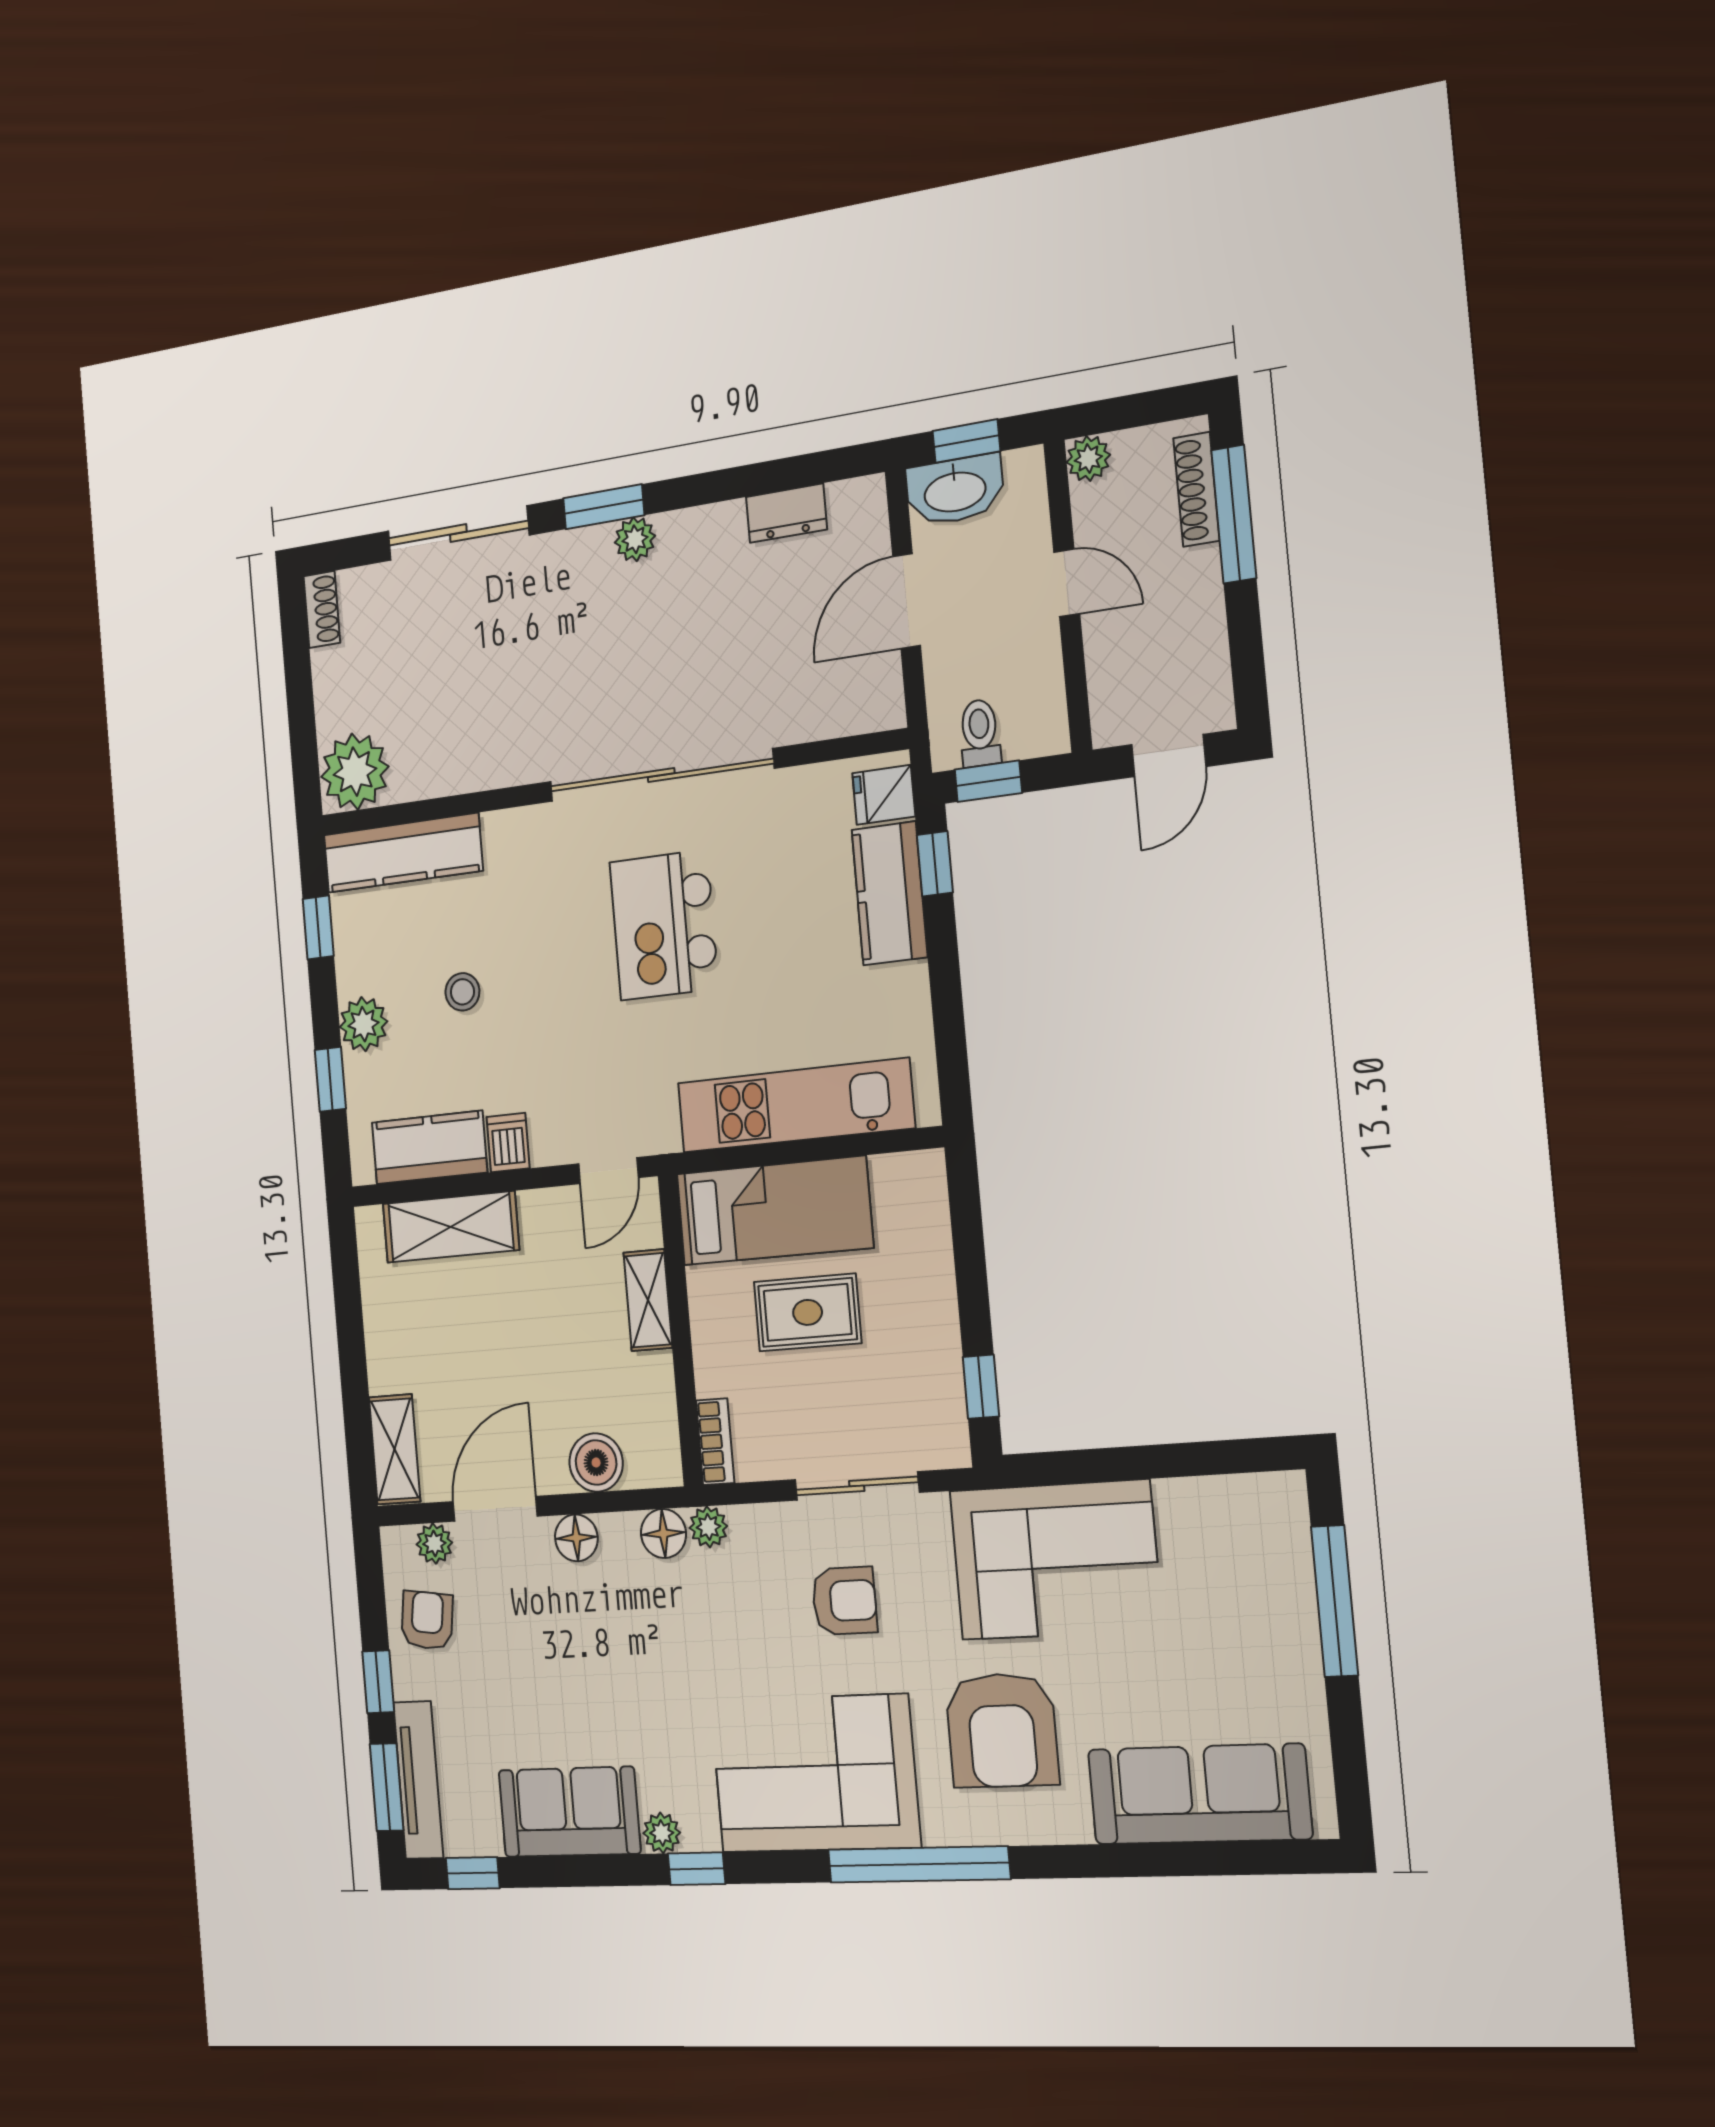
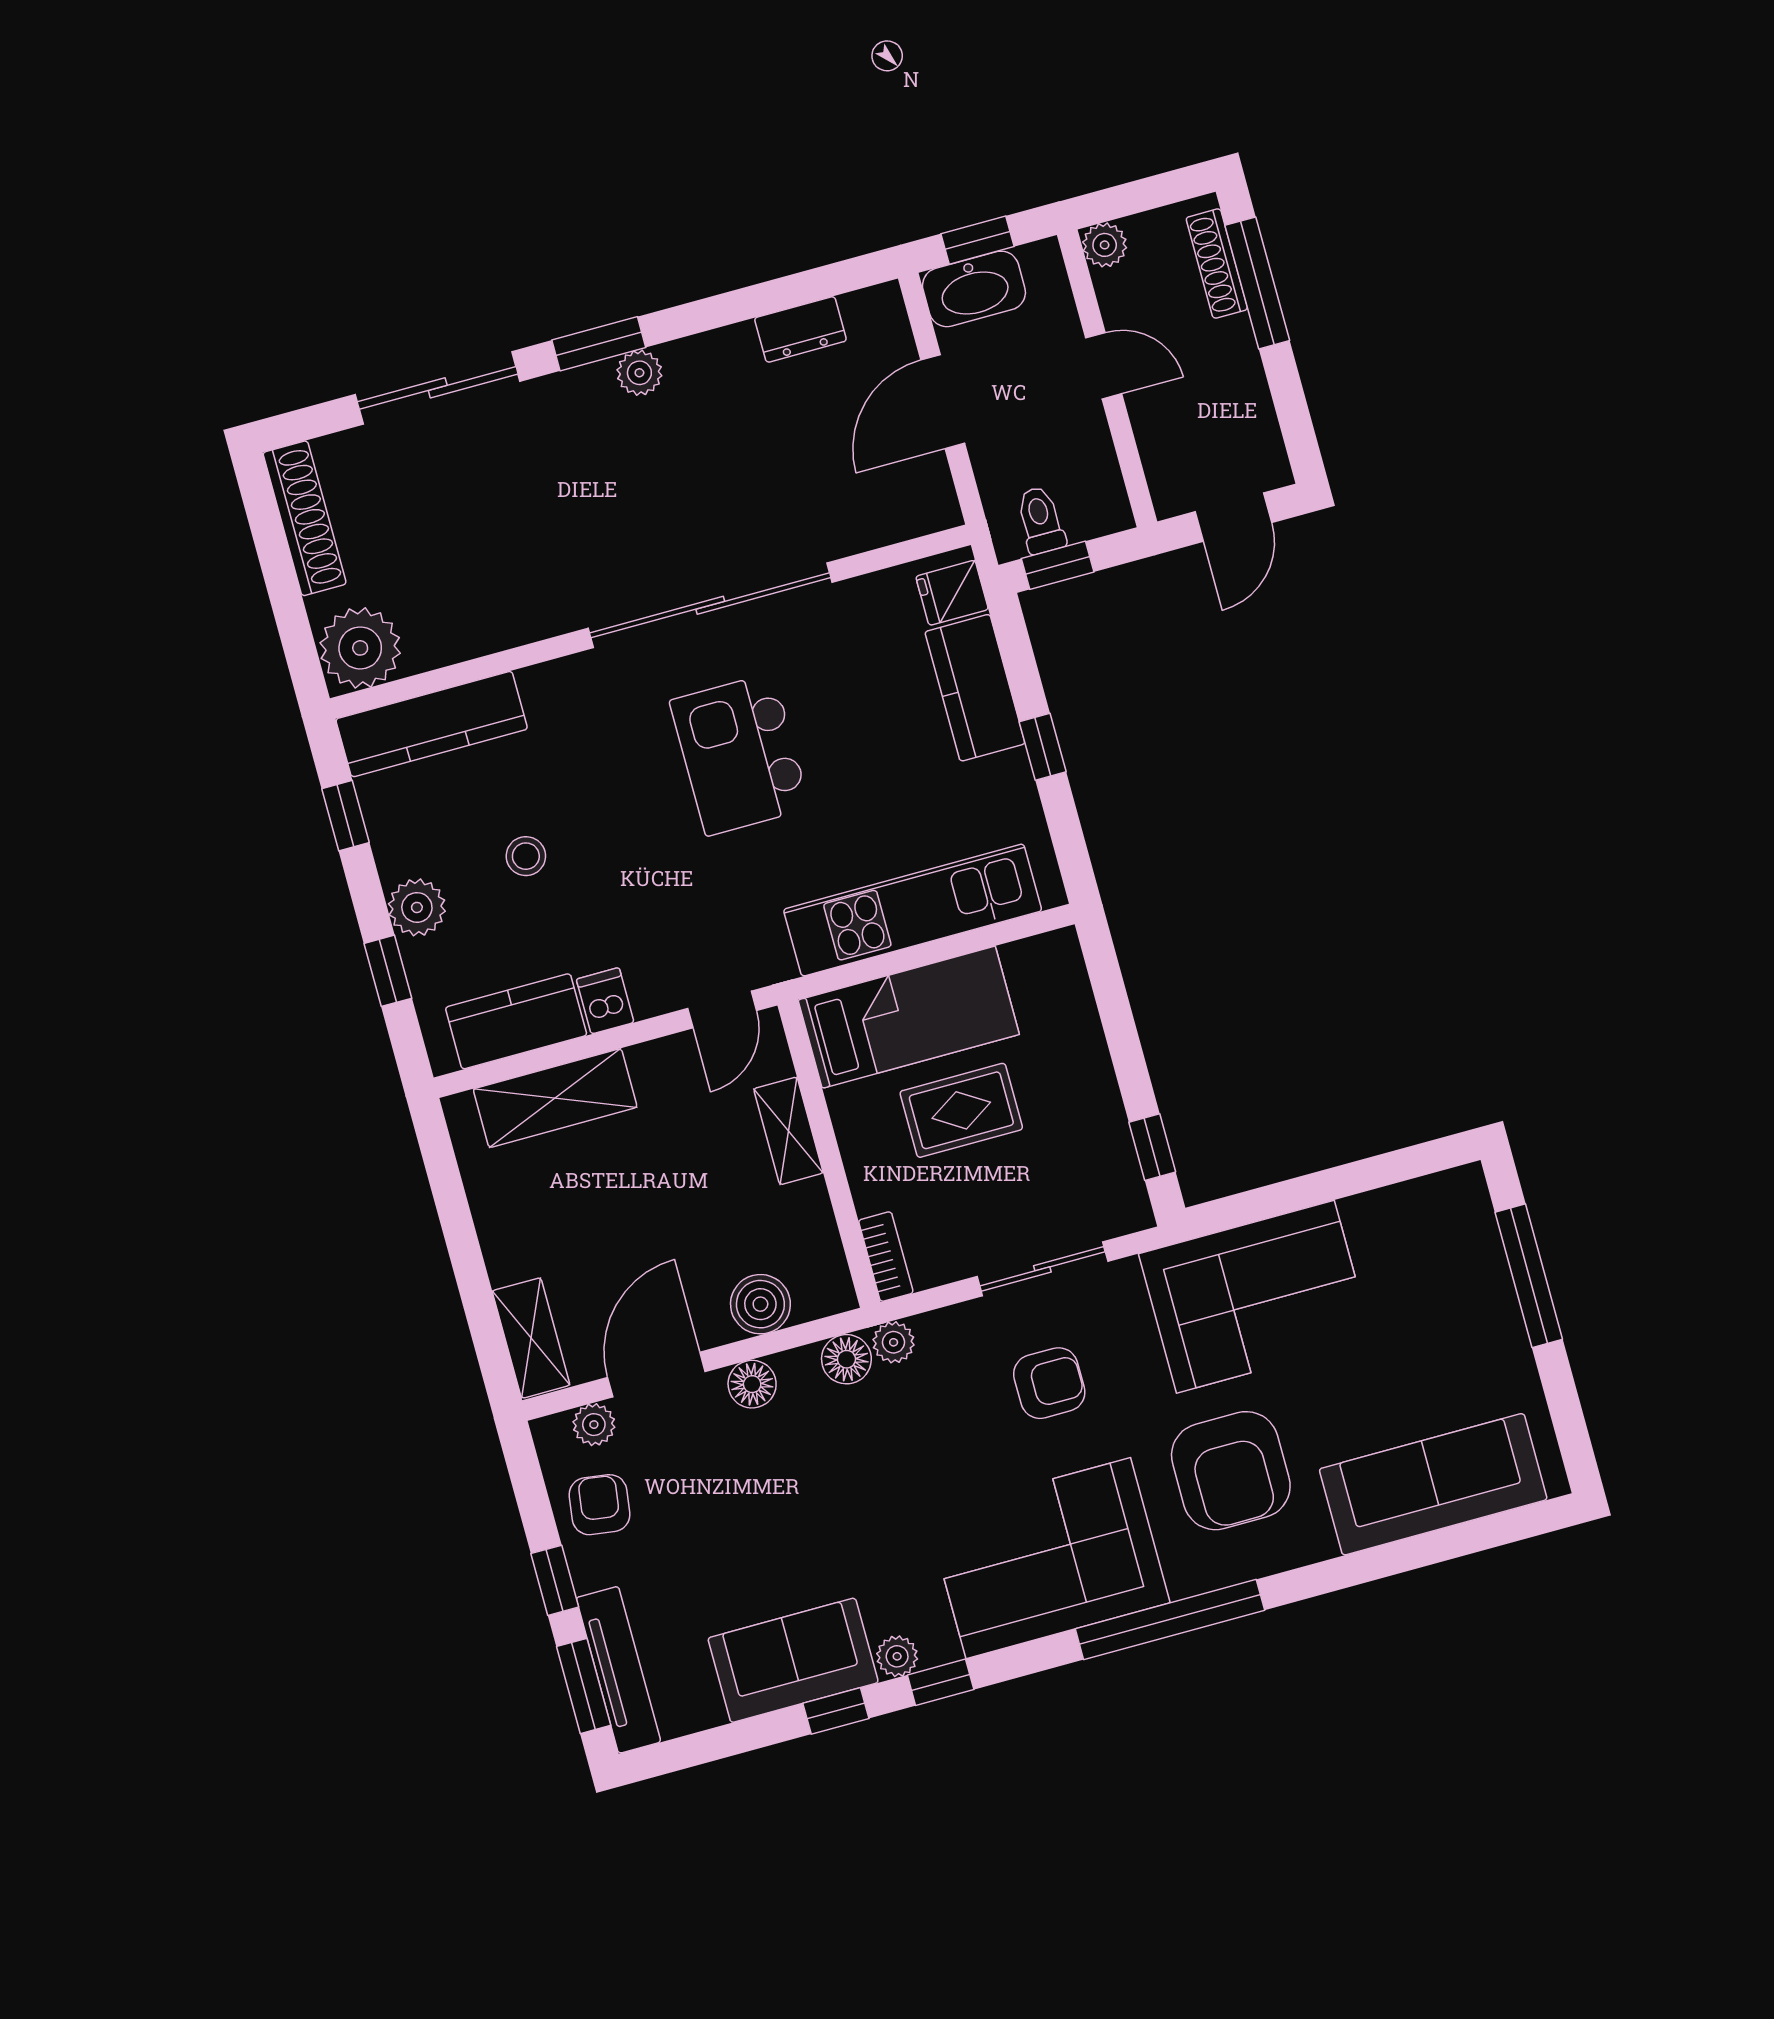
shoe rack: (322, 609) -> (305, 518), width x1.94, depth x1.24
window: (935, 864) -> (1043, 747), moved
window: (473, 1873) -> (836, 1711), moved

